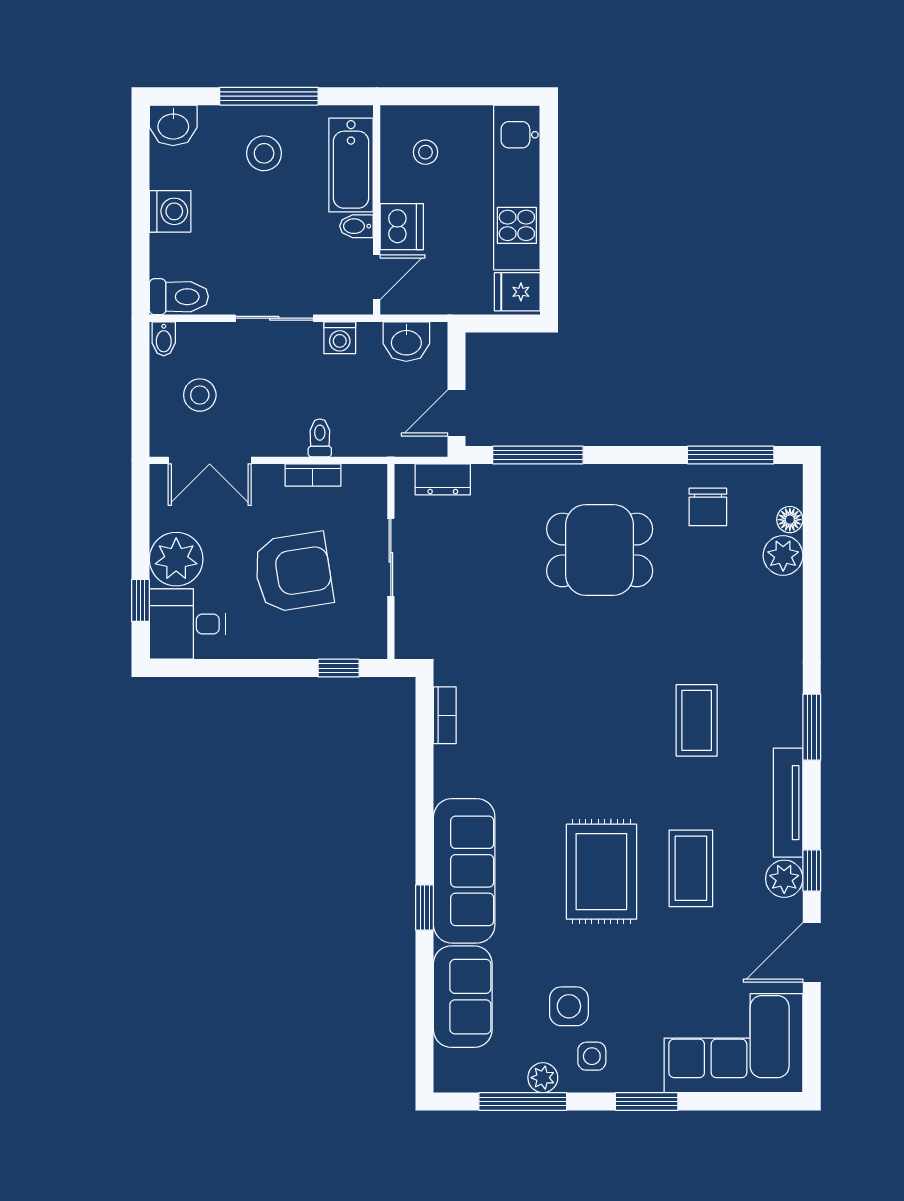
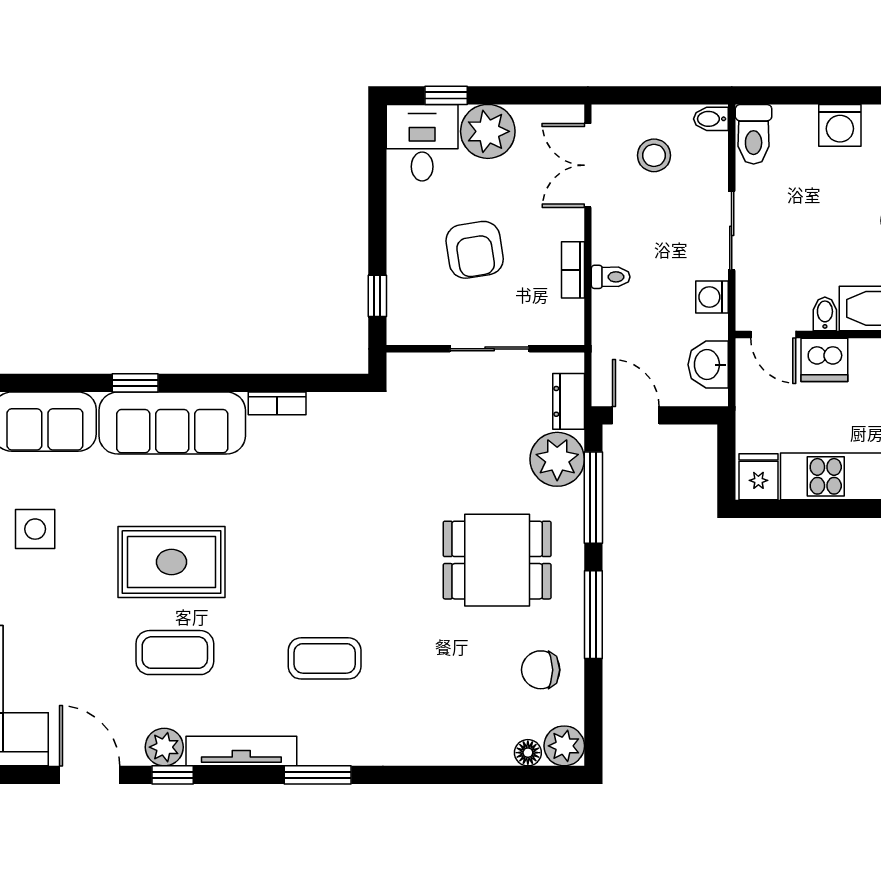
window: (731, 455) -> (593, 615), moved
plant: (500, 491) -> (557, 459), added
dining table: (600, 550) -> (497, 560), turned 90
plant: (783, 555) -> (564, 746), moved
armchair: (293, 572) -> (475, 250), width x0.73, depth x0.73
bookcase: (445, 715) -> (277, 403), moved

